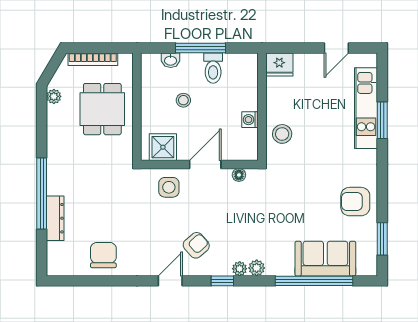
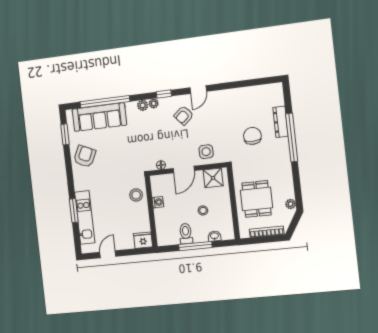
armchair: (355, 202) -> (85, 156), turned -65
chair: (103, 255) -> (252, 136), moved, turned 180
sofa: (325, 259) -> (99, 117), width x1.36

